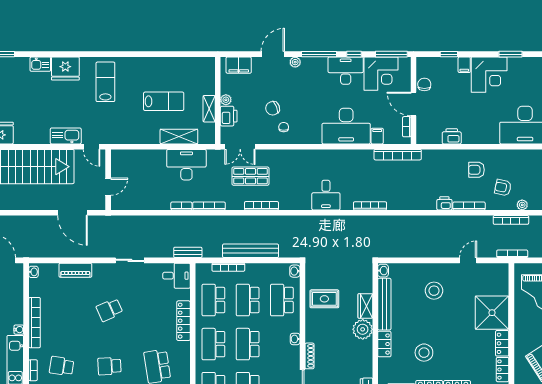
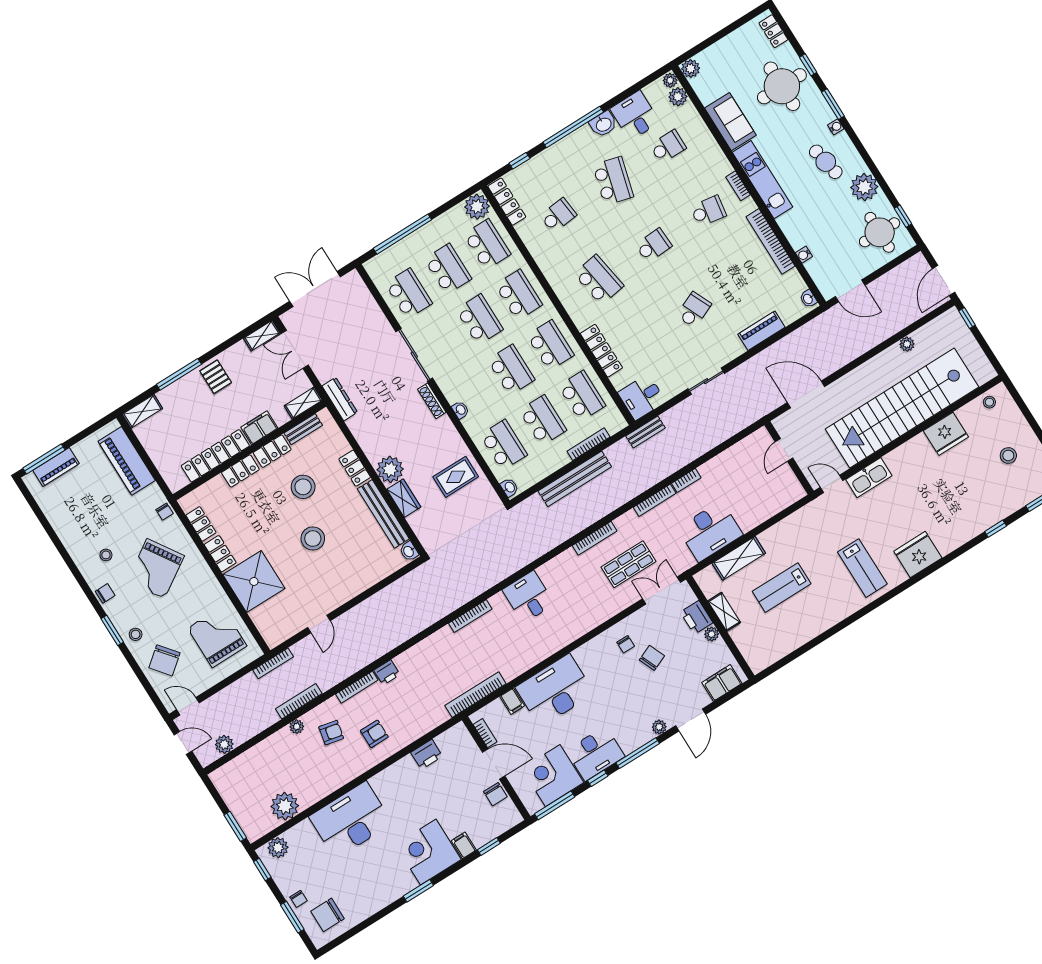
kitchen sink: (40, 64) -> (950, 542), removed
stool: (434, 291) -> (313, 539), moved
water cooler: (19, 330) -> (804, 255), moved

